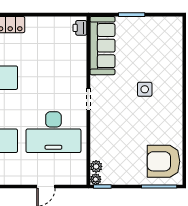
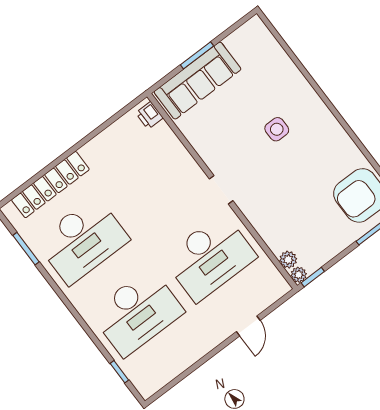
sofa: (102, 46) -> (198, 81), moved, turned 90

